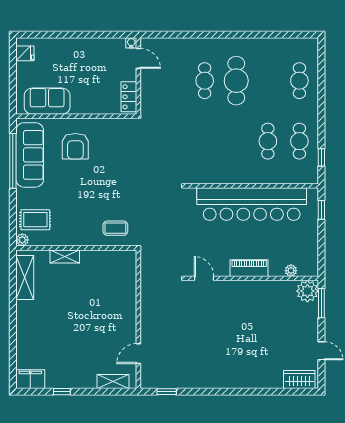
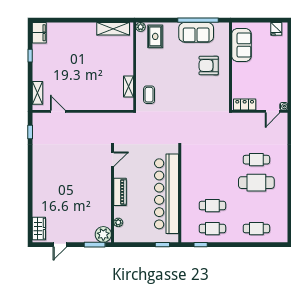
sofa: (30, 155) -> (196, 32), width x0.73
shelving: (65, 256) -> (128, 87), moved

